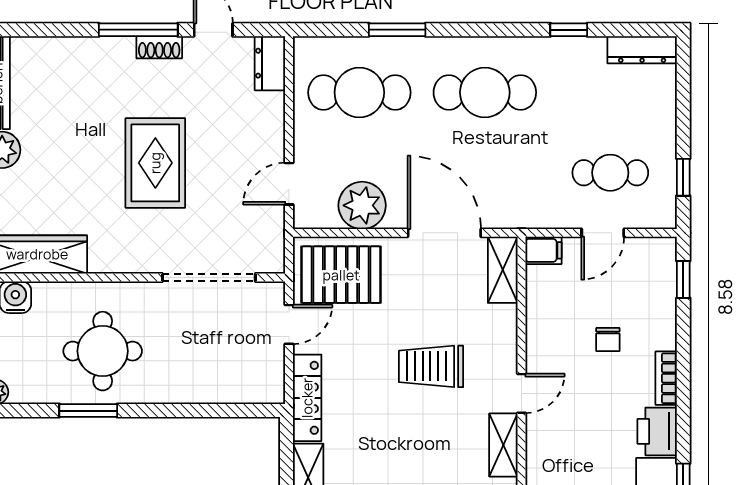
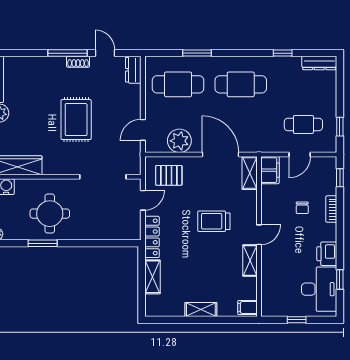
filing cabinet: (543, 250) -> (270, 170), width x2.00
pallet: (341, 275) -> (169, 175), width x0.67, depth x0.71
bookcase: (666, 378) -> (331, 209), moved

